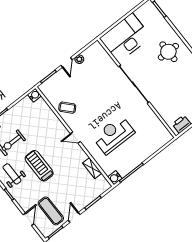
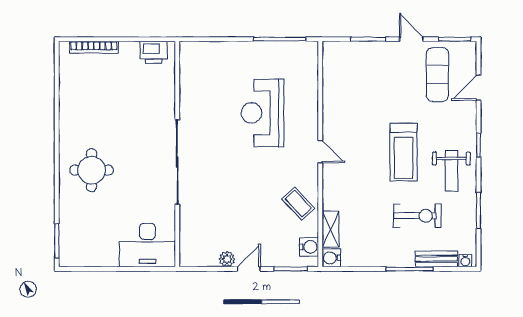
desk: (125, 38) -> (147, 245), width x0.73, depth x0.77
reception desk: (114, 135) -> (263, 113), turned 90
shelving: (92, 168) -> (330, 229), moved
water cooler: (115, 178) -> (309, 247), moved
door: (74, 217) -> (411, 39), swing flipped

